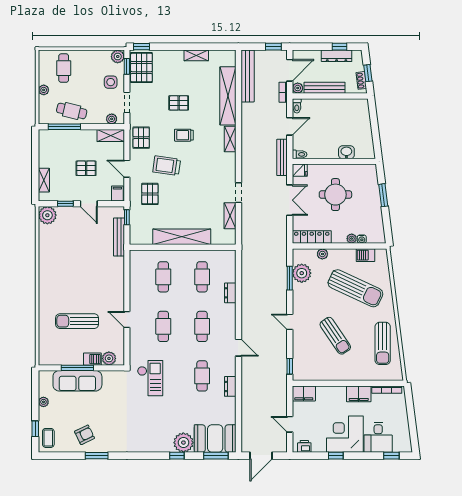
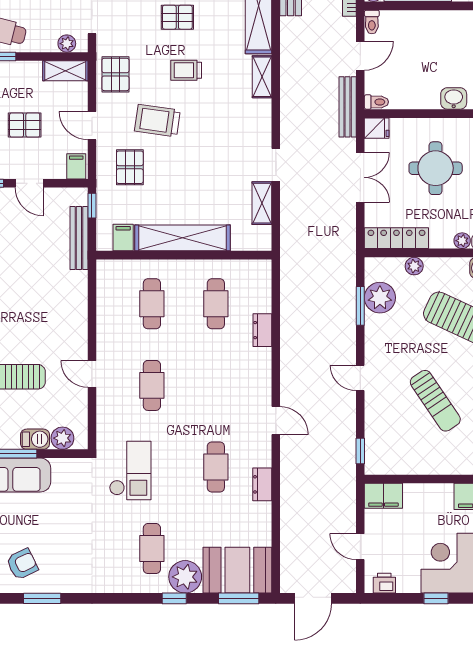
filing cabinet: (146, 237) -> (123, 238), added
cafe table: (202, 326) -> (152, 549), moved

